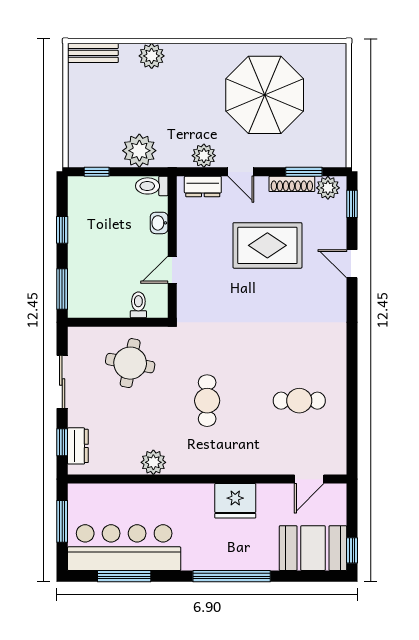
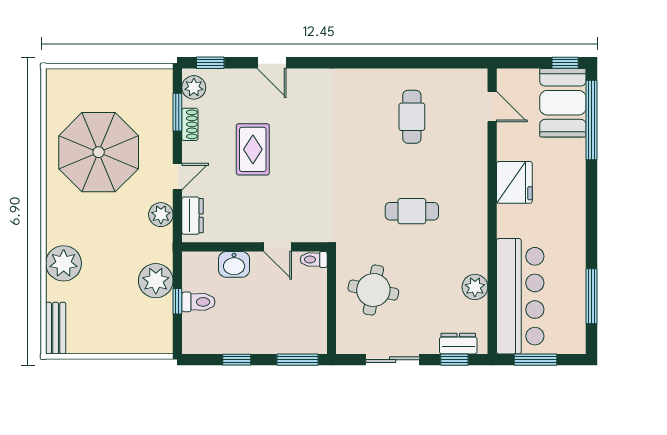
plant: (152, 56) -> (64, 263), width x1.36, depth x1.36
window: (97, 172) -> (177, 301), moved
shoe rack: (292, 184) -> (190, 124), width x0.70
toilet: (152, 186) -> (198, 302), moved, turned -90
washbasin: (159, 223) -> (234, 264), width x1.38, depth x1.45
rug: (267, 245) -> (253, 149), width x0.73, depth x0.70
door: (352, 264) -> (272, 63), hinge flipped
toilet: (138, 305) -> (314, 260), moved
plant: (153, 462) -> (475, 287), moved
bar counter: (124, 548) -> (520, 296), moved, turned 180
window: (232, 576) -> (592, 120), moved

